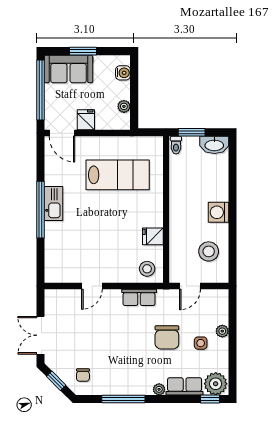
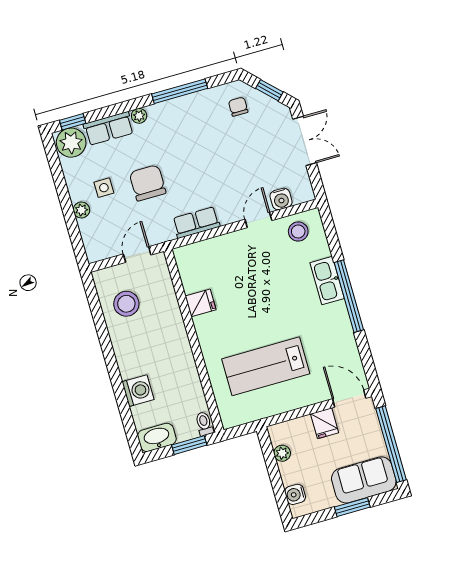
kitchen sink: (53, 203) -> (327, 281), moved
washing machine: (218, 212) -> (138, 391), moved
stool: (147, 269) -> (298, 231), moved
water cooler: (71, 297) -> (281, 199), added

